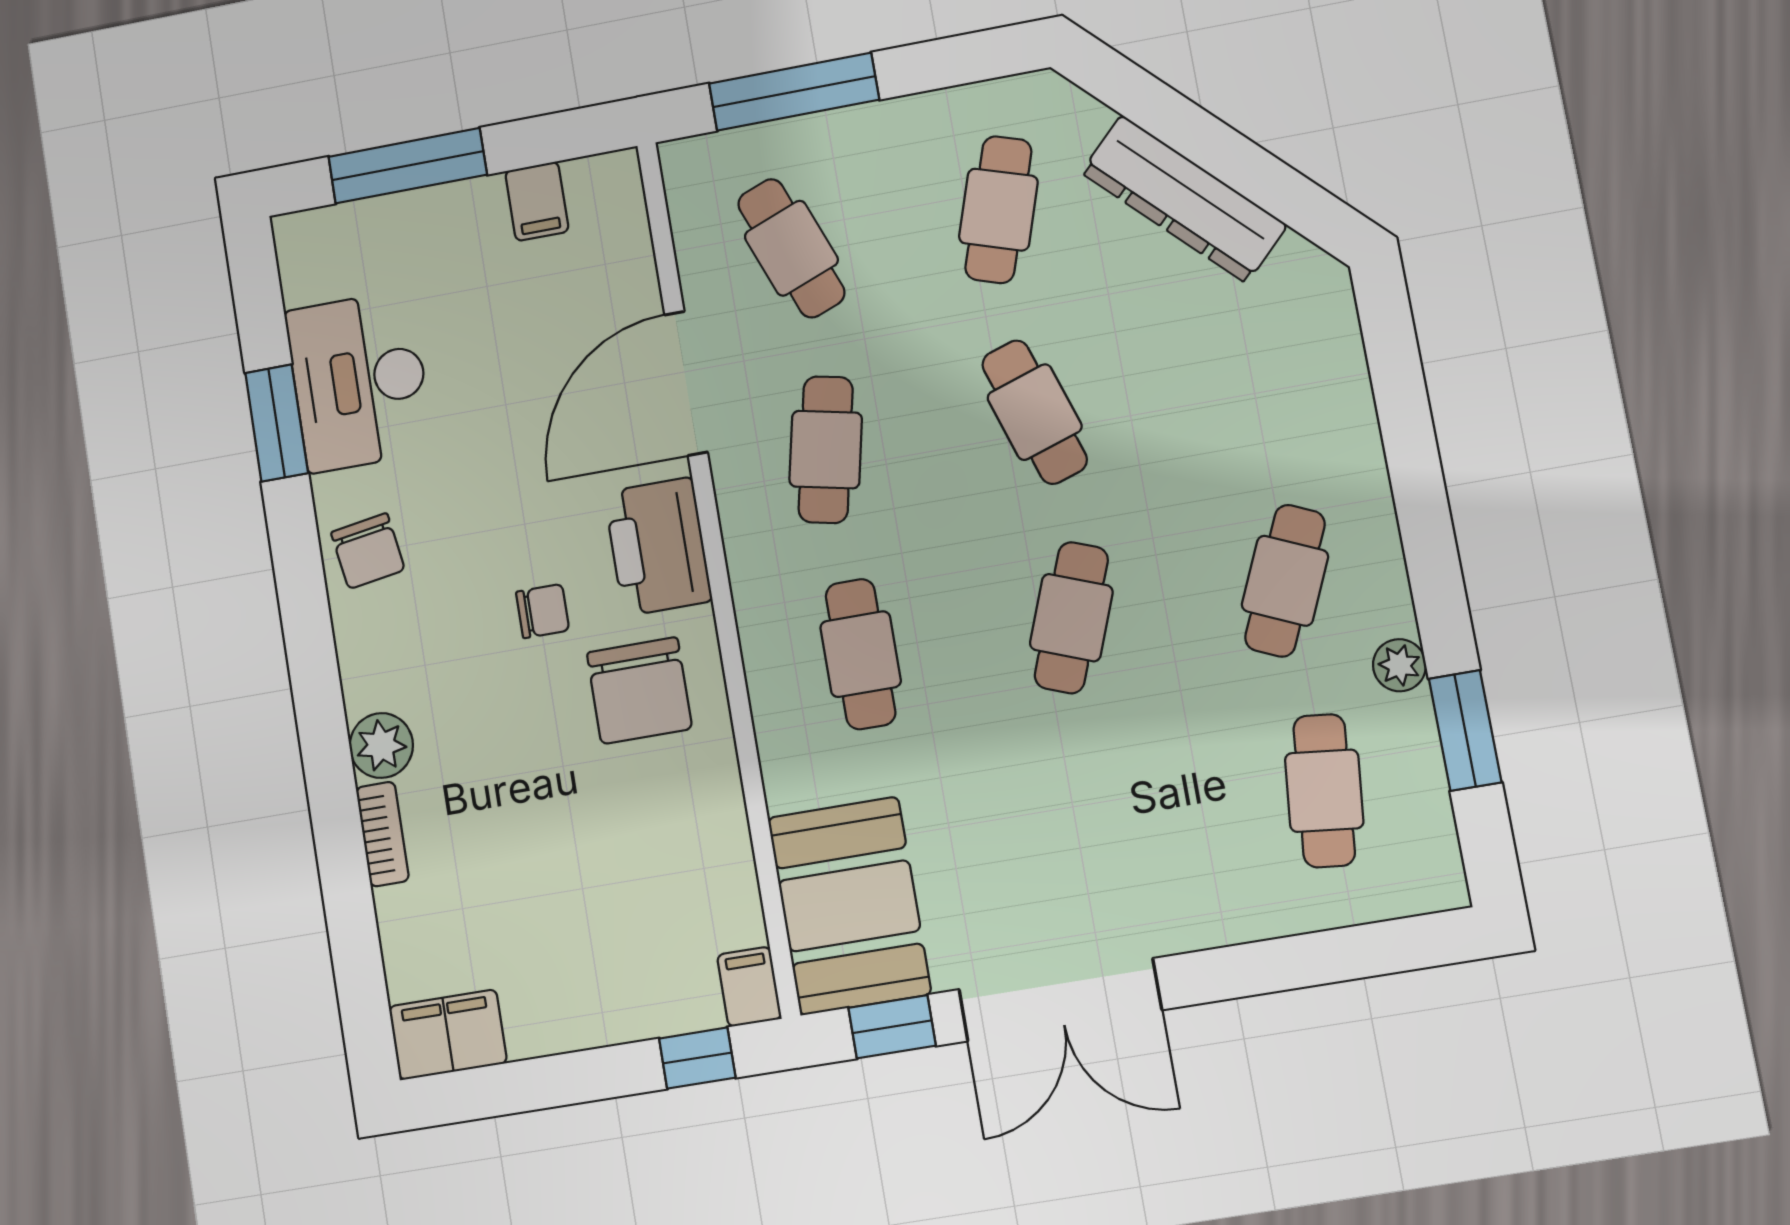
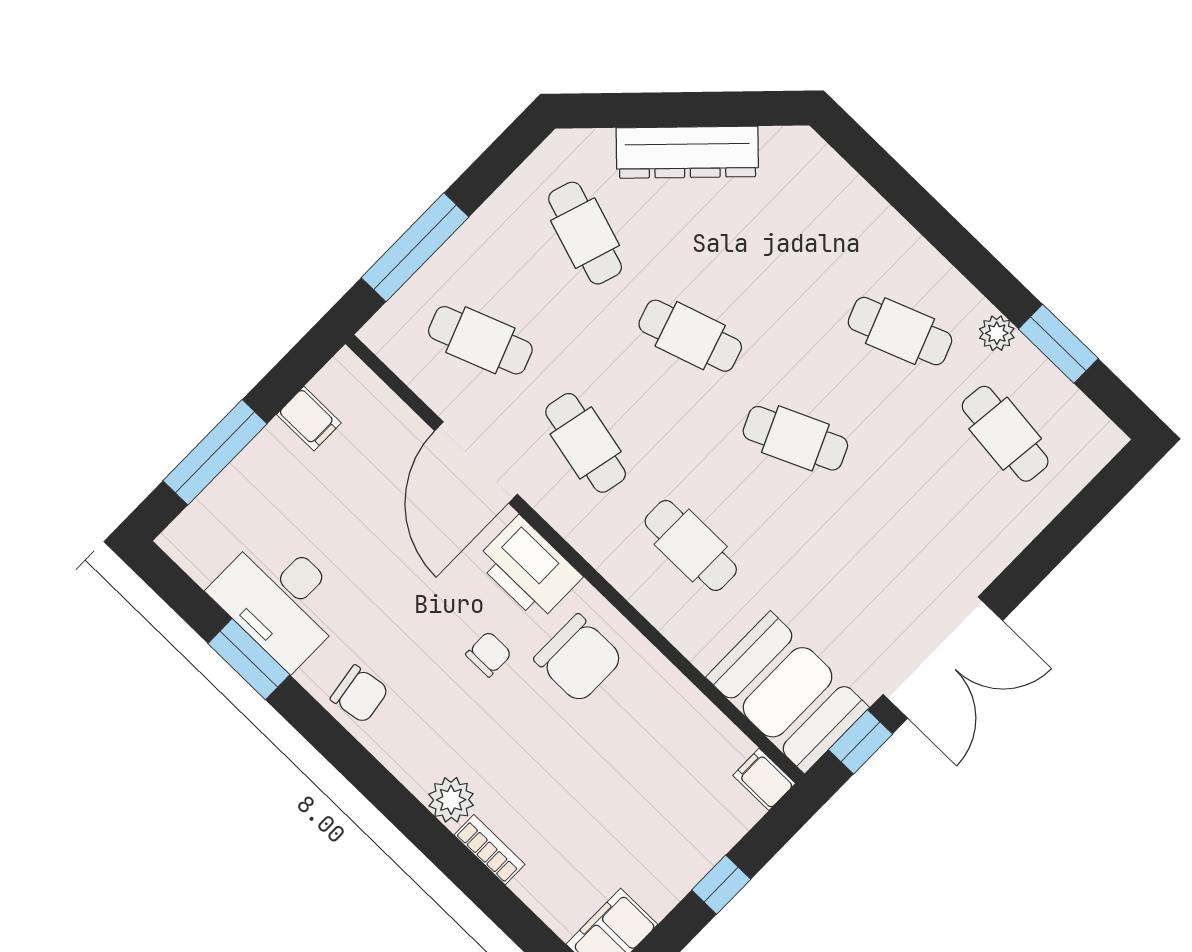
cafe table: (1285, 581) -> (900, 331), turned -45
cafe table: (1071, 618) -> (795, 438), turned -45
window: (697, 1058) -> (721, 885), moved

